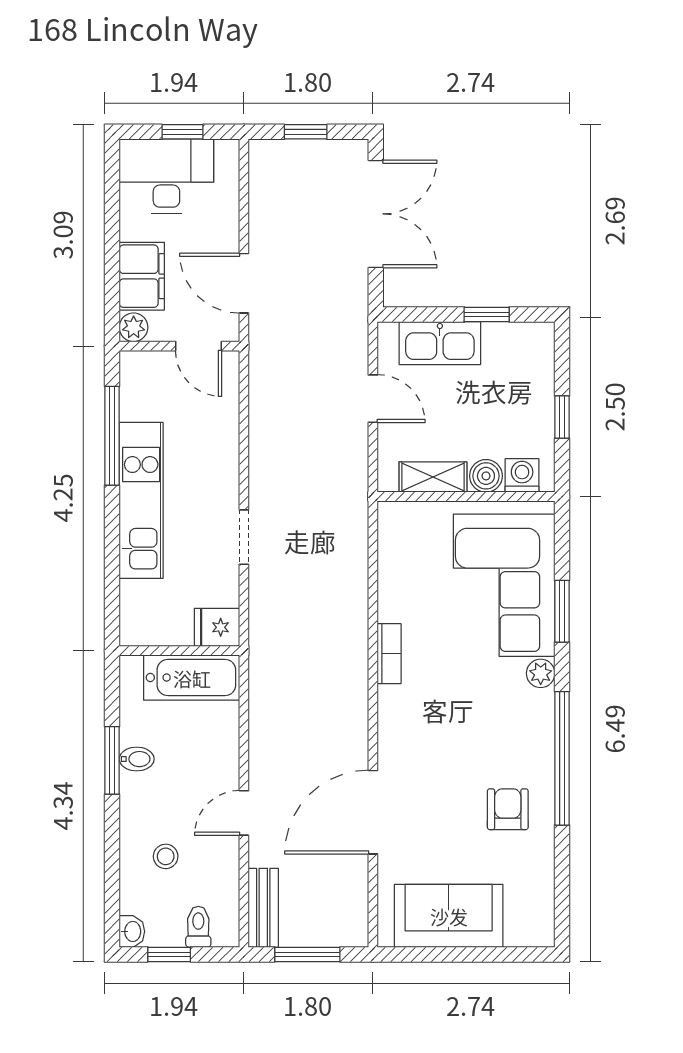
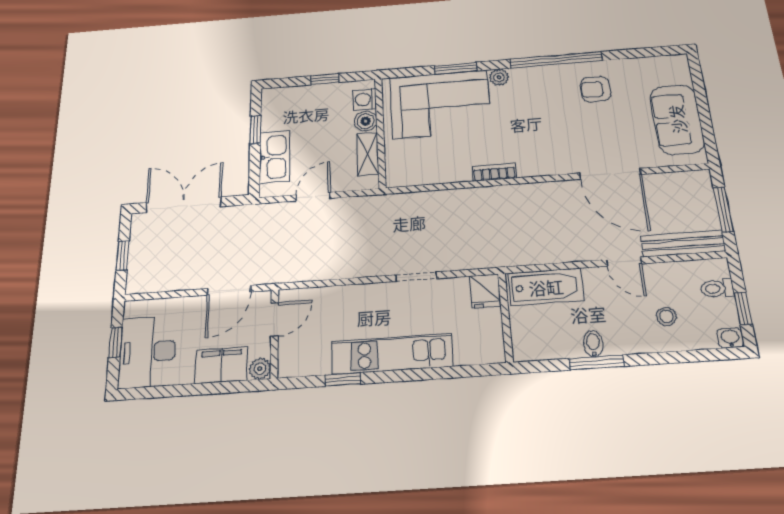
window: (112, 436) -> (343, 380), width x0.46
bathtub: (192, 678) -> (546, 287), moved, turned 90
bench: (263, 908) -> (683, 244), width x1.36

